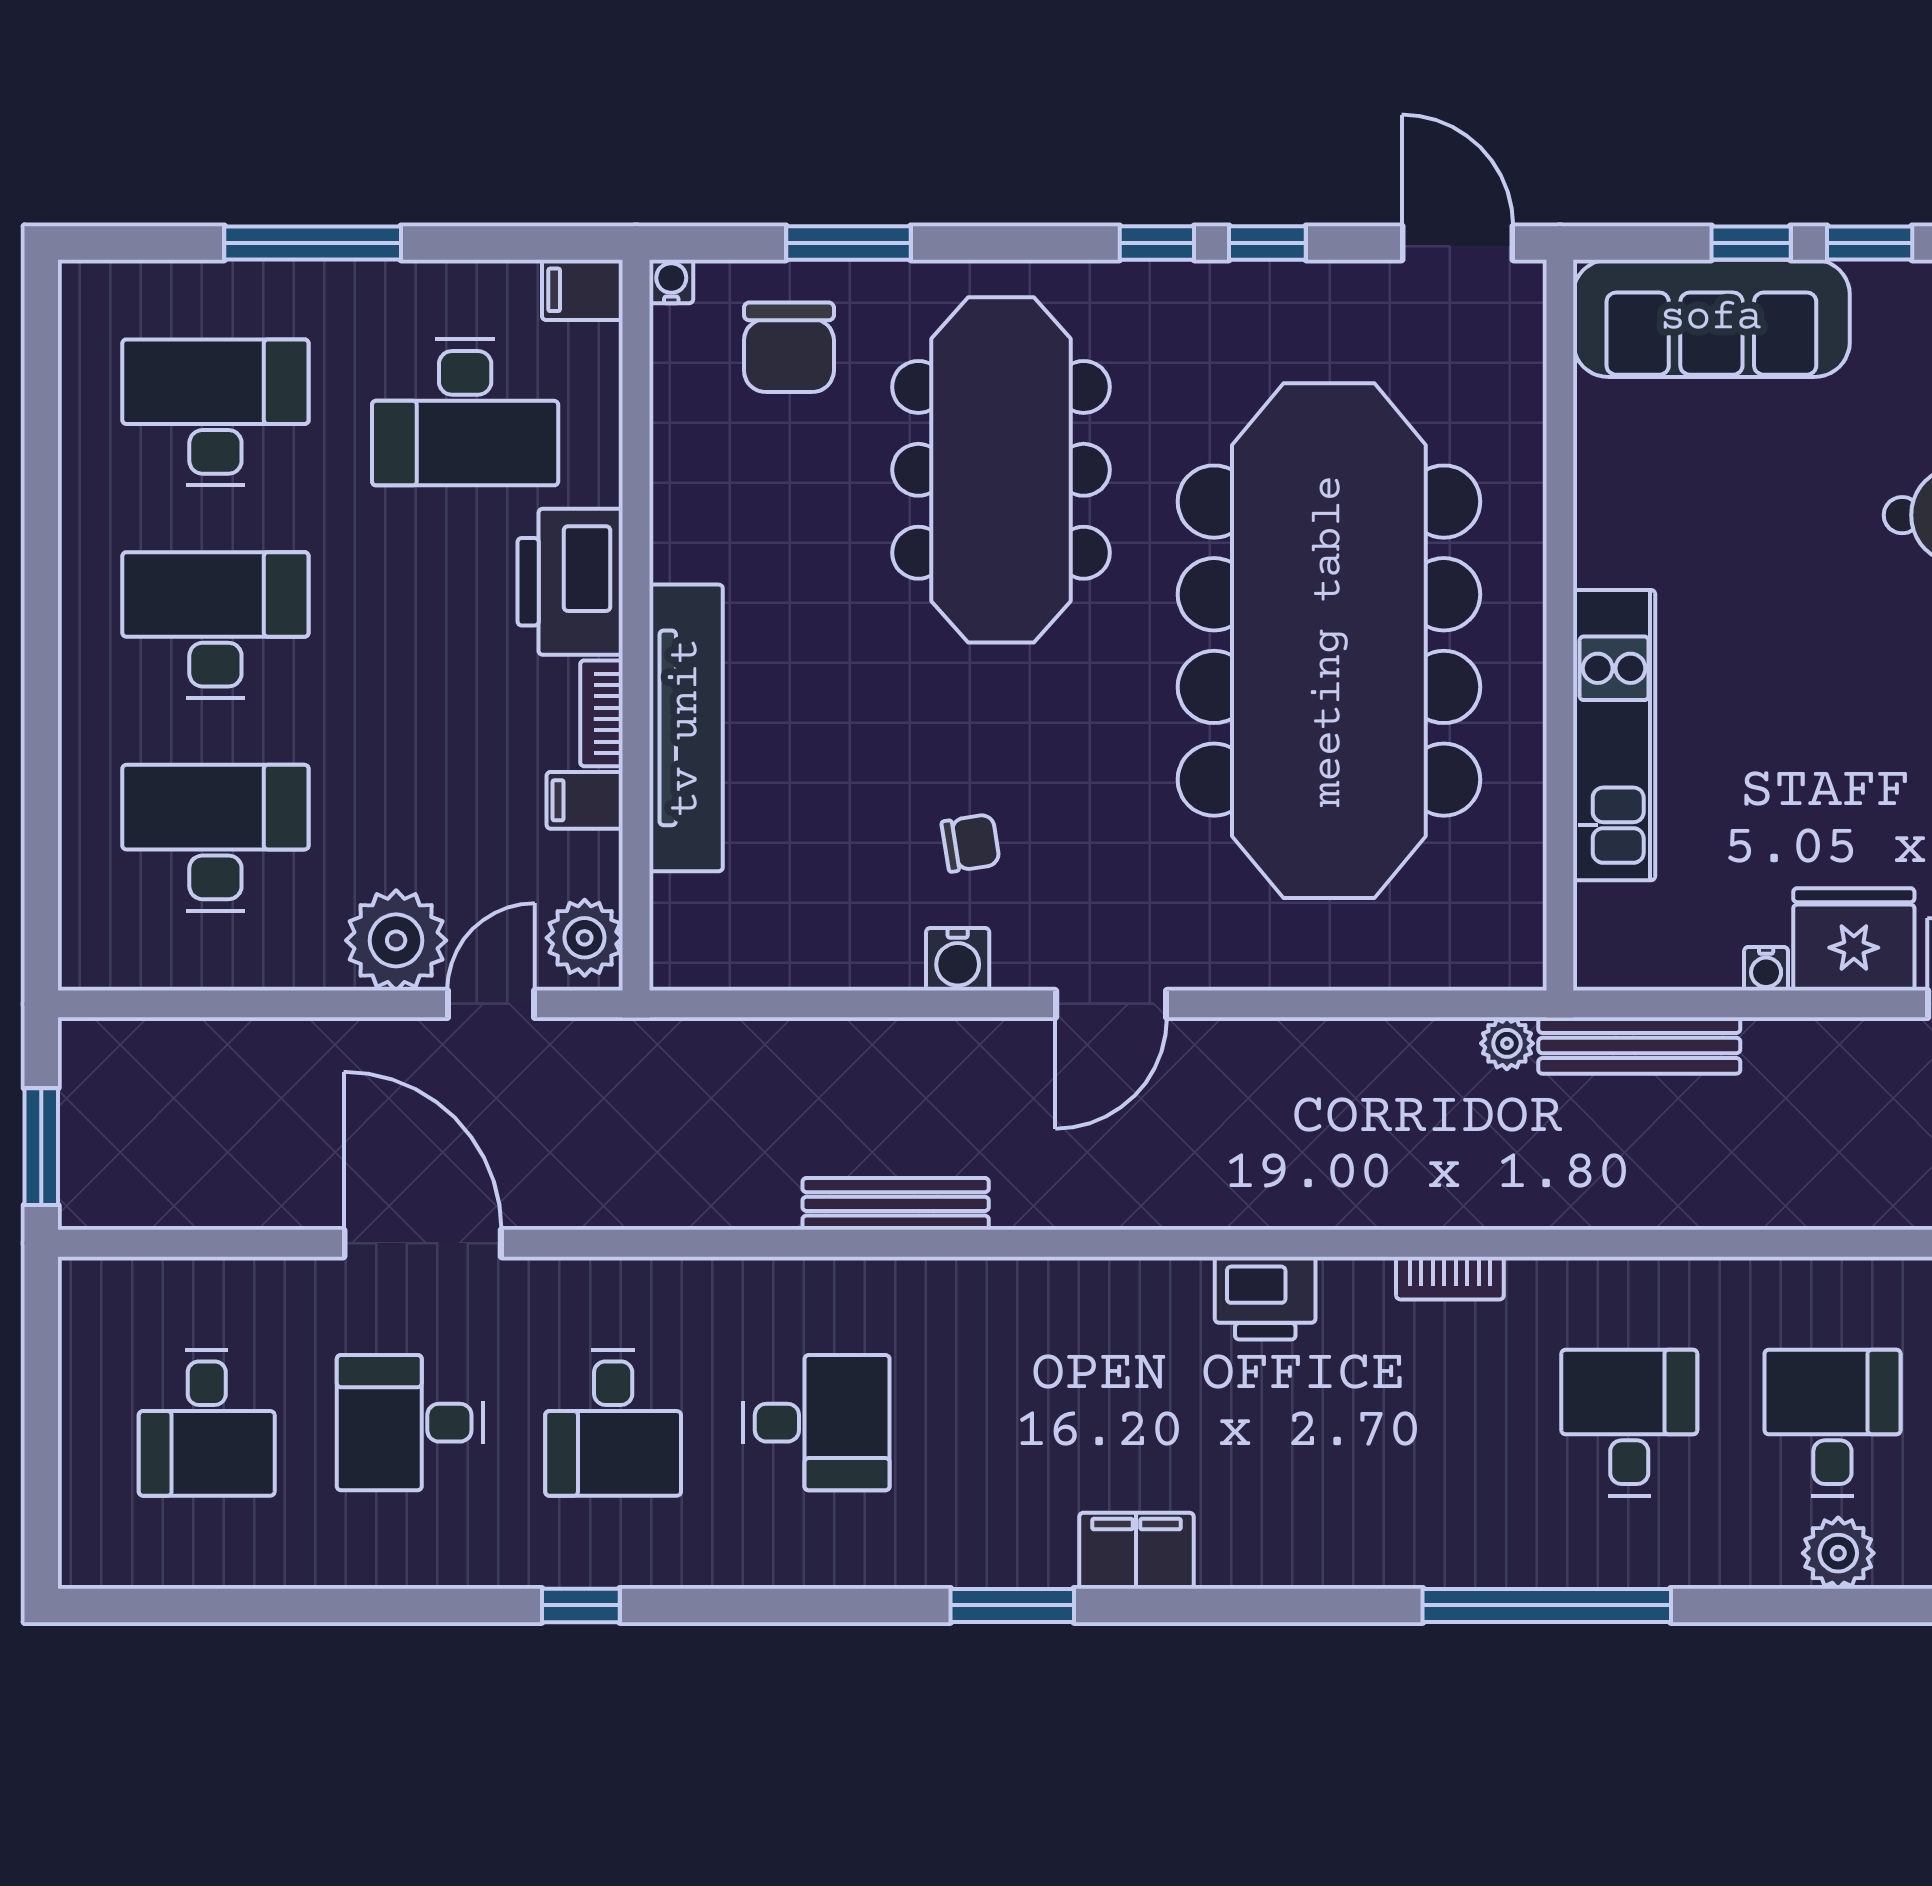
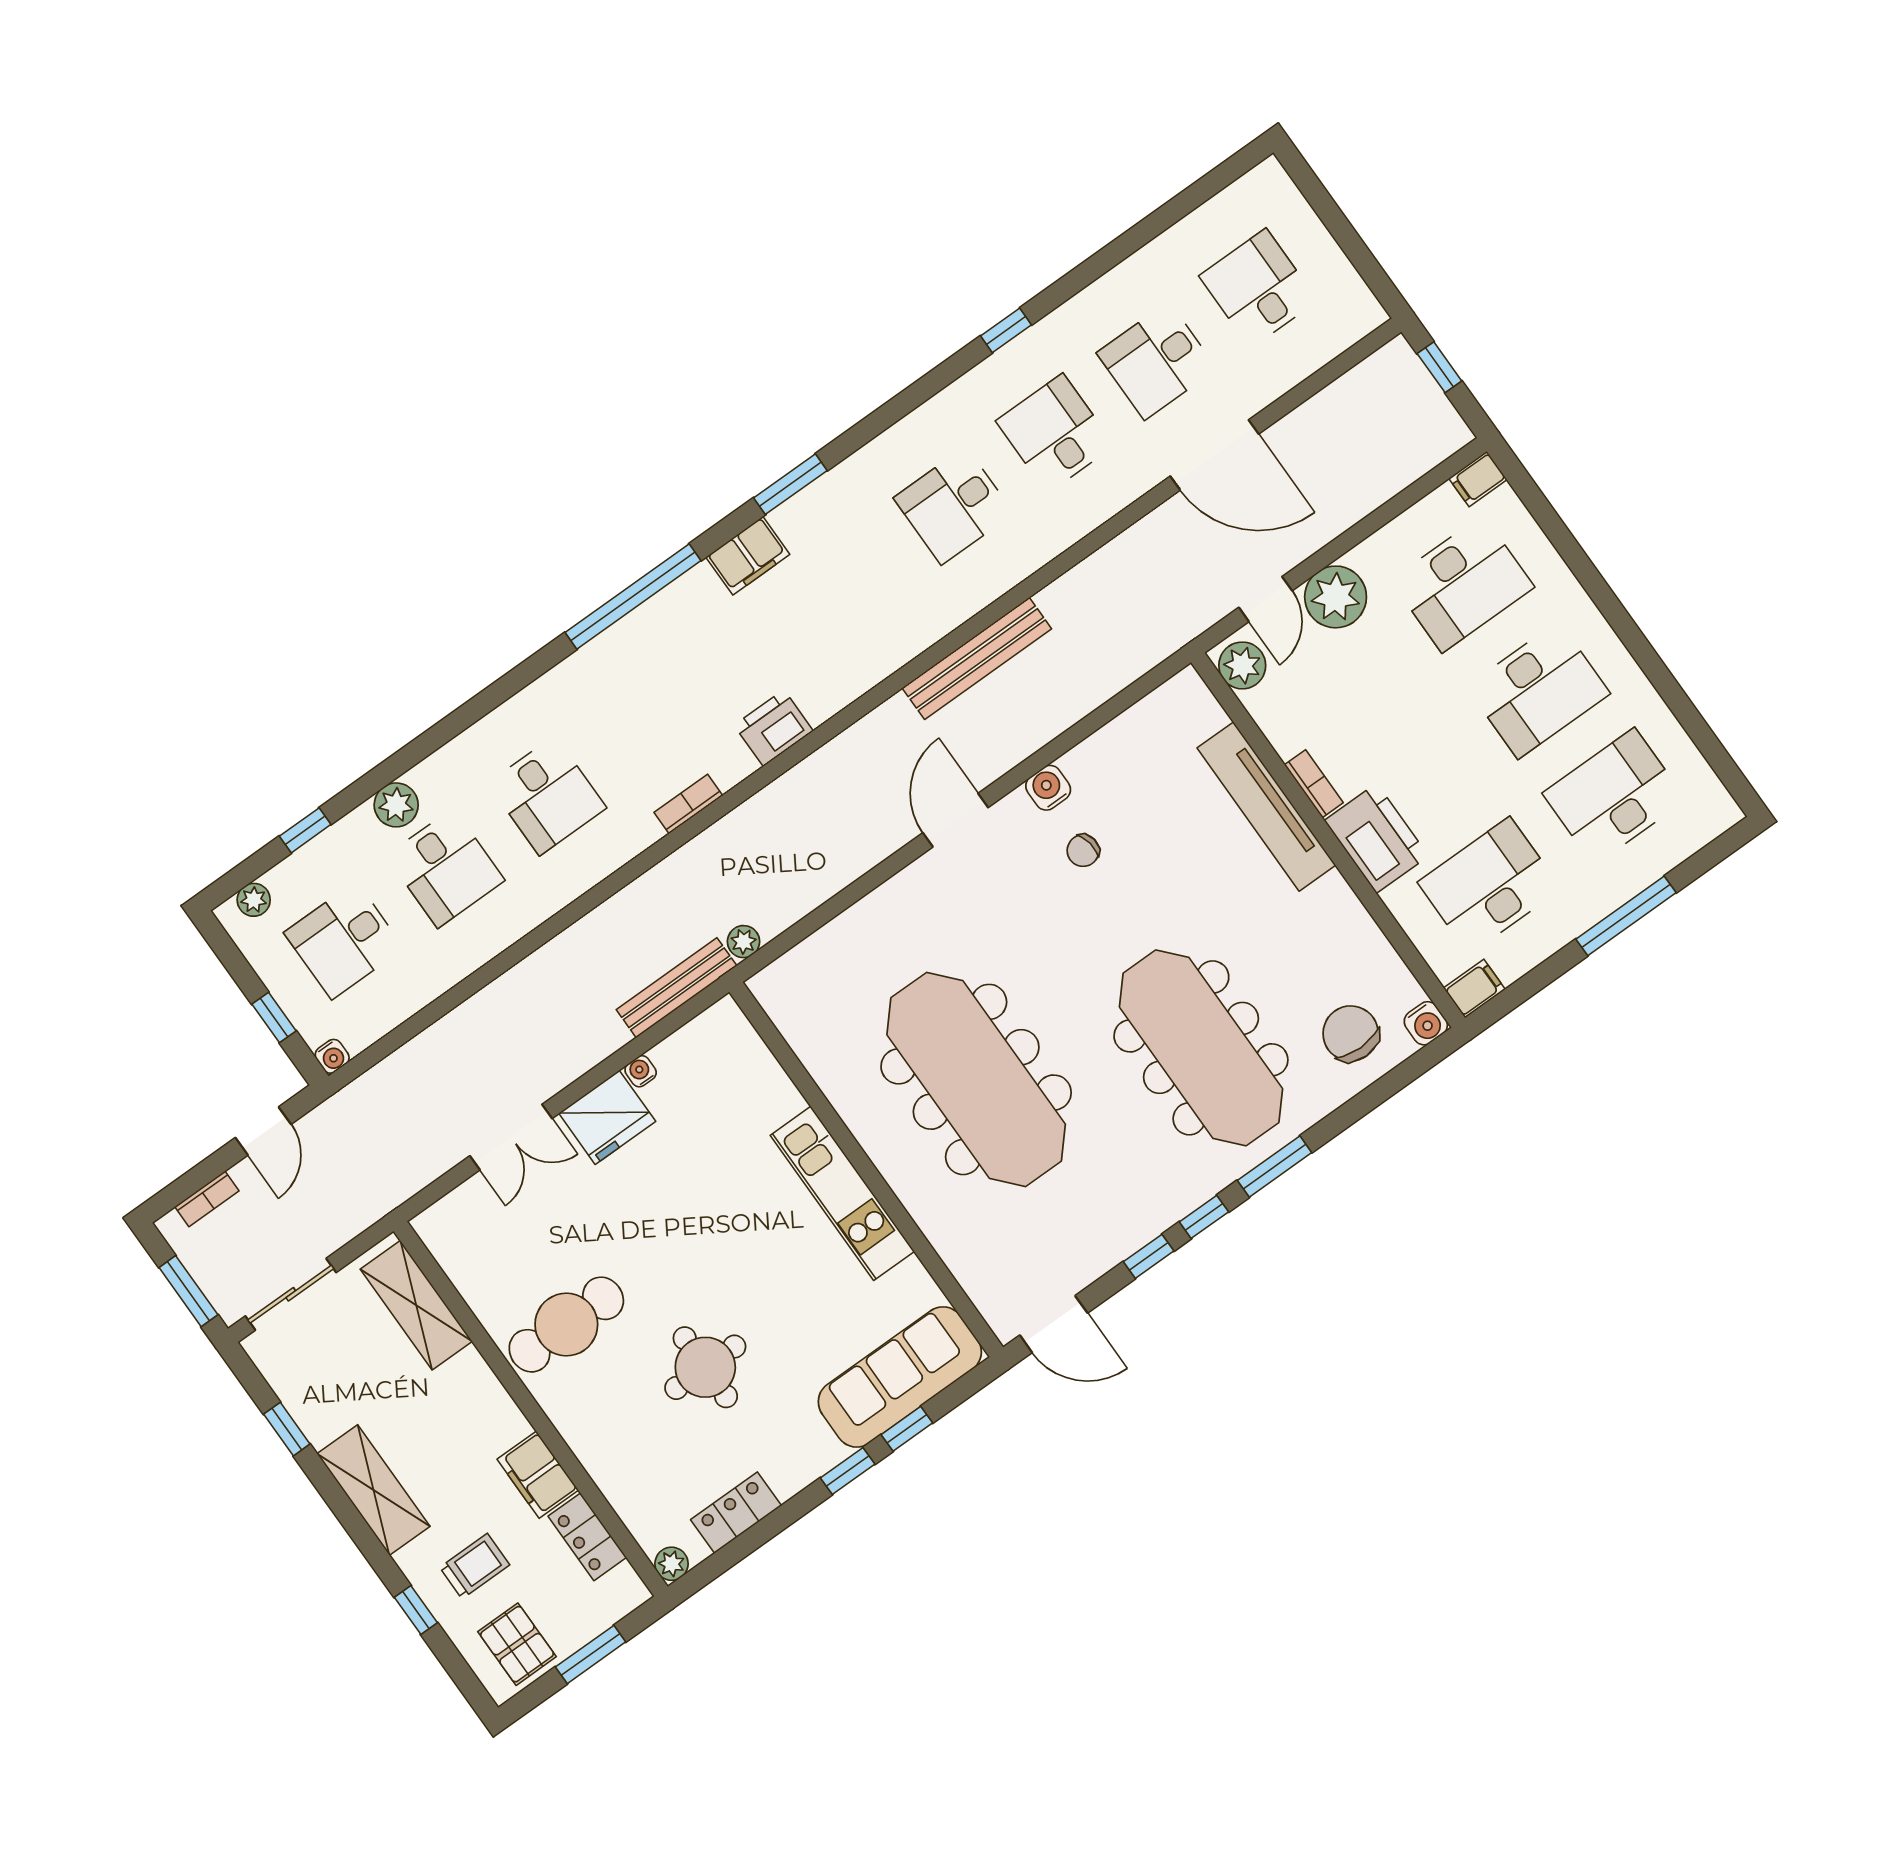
window: (848, 243) -> (1275, 1167), moved
water cooler: (671, 281) -> (1426, 1023), width x1.38, depth x1.38
desk: (215, 412) -> (1614, 796), turned 180
meeting table: (1329, 641) -> (976, 1079), width x0.73, depth x0.79
kitchen unit: (1614, 735) -> (842, 1193), moved
filing cabinet: (585, 800) -> (1478, 479), moved, turned 180
window: (41, 1147) -> (1439, 367), width x0.67
bench: (896, 1204) -> (977, 658), width x1.37, depth x1.21
desk: (410, 1423) -> (1157, 361), turned 180
window: (1547, 1605) -> (633, 596), moved

